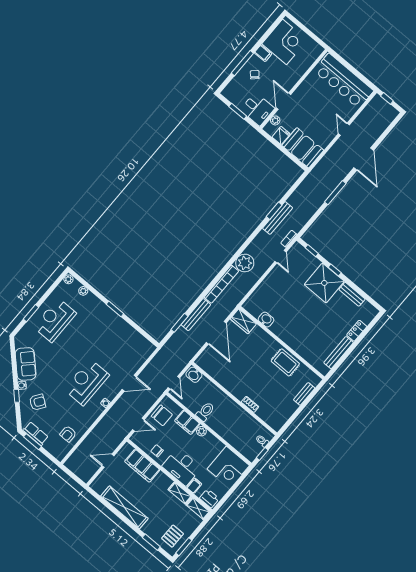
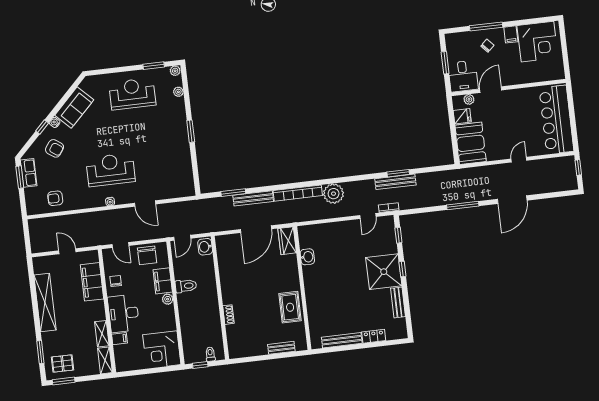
window: (31, 313) -> (154, 66), moved
printer: (209, 498) -> (122, 361), removed

